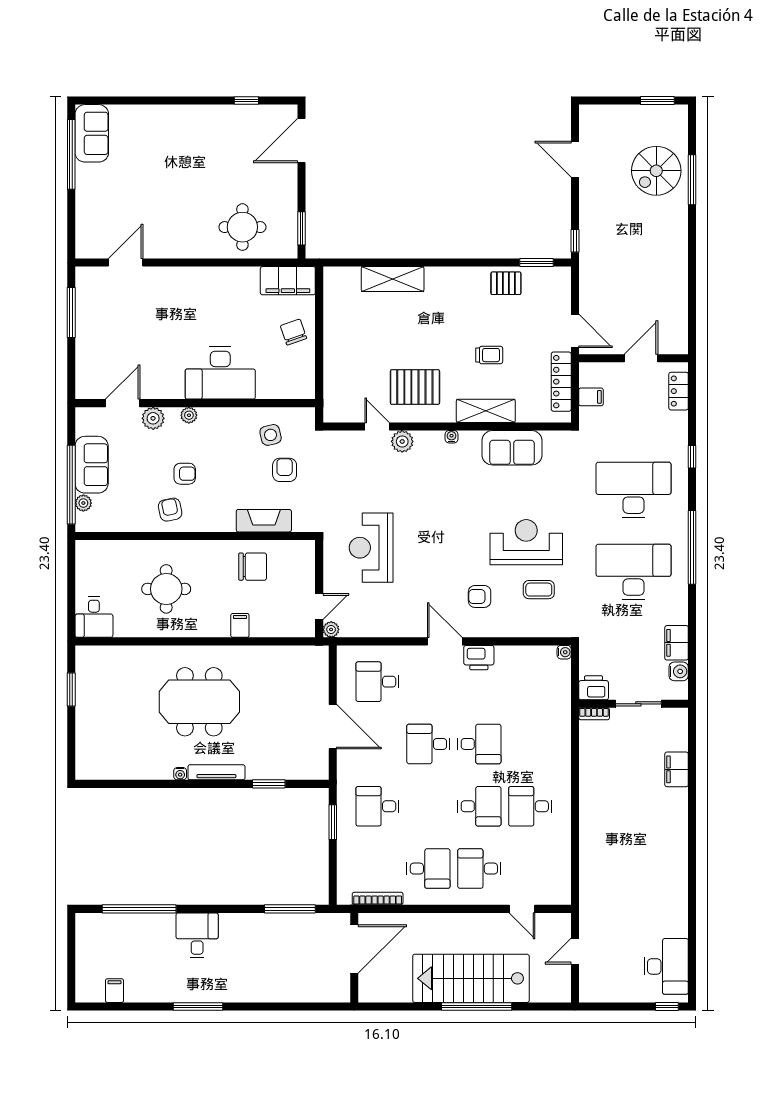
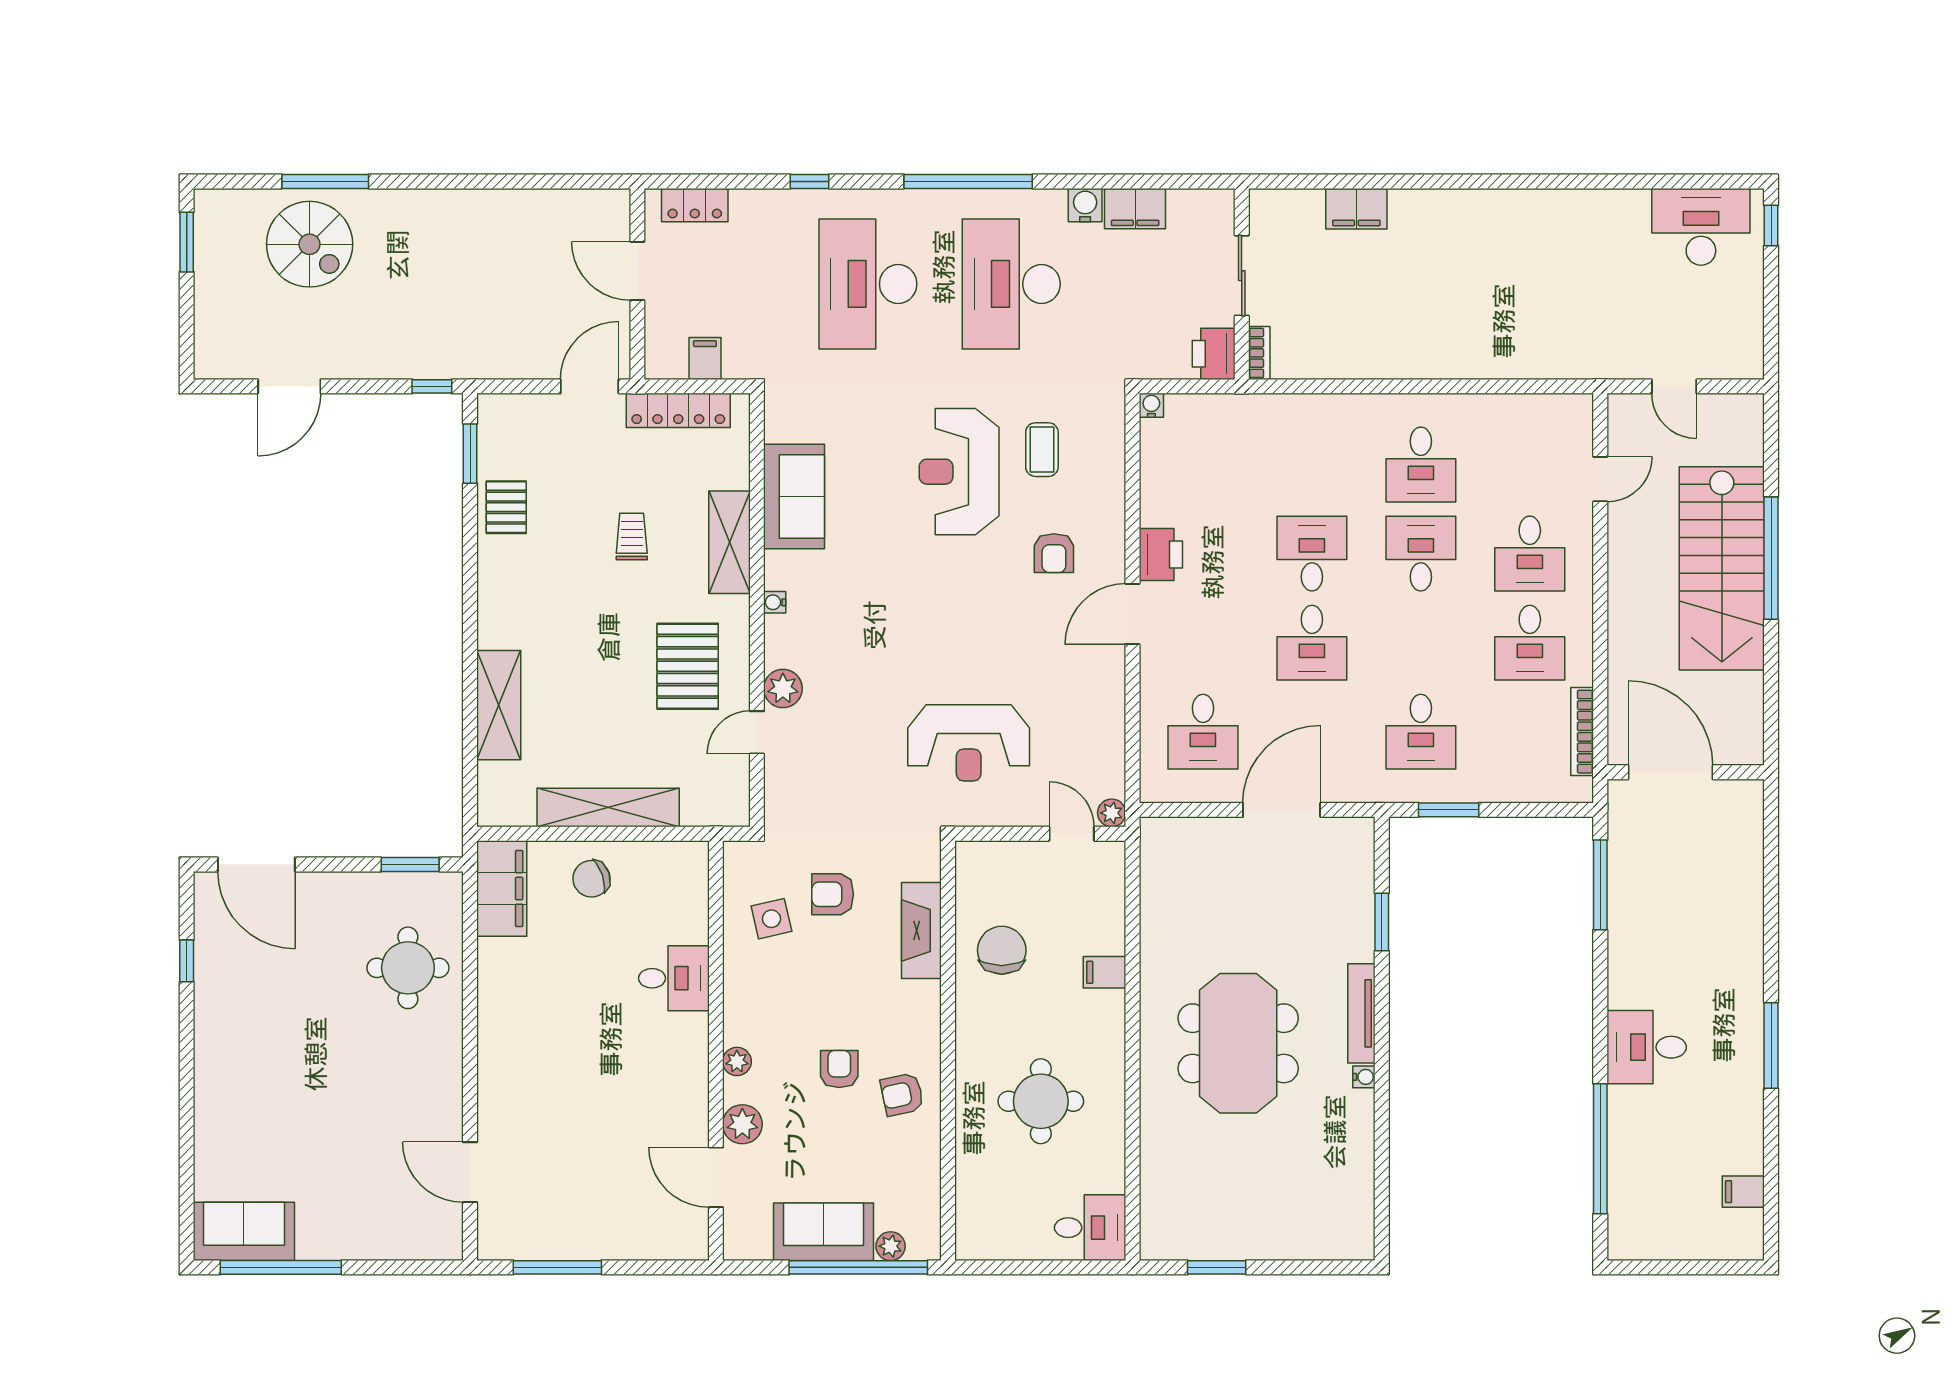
shelving: (334, 342) -> (608, 808), added
desk: (220, 373) -> (674, 978), width x0.53, depth x0.77
water cooler: (679, 671) -> (1085, 205), moved
desk: (428, 869) -> (1530, 643), turned 180

